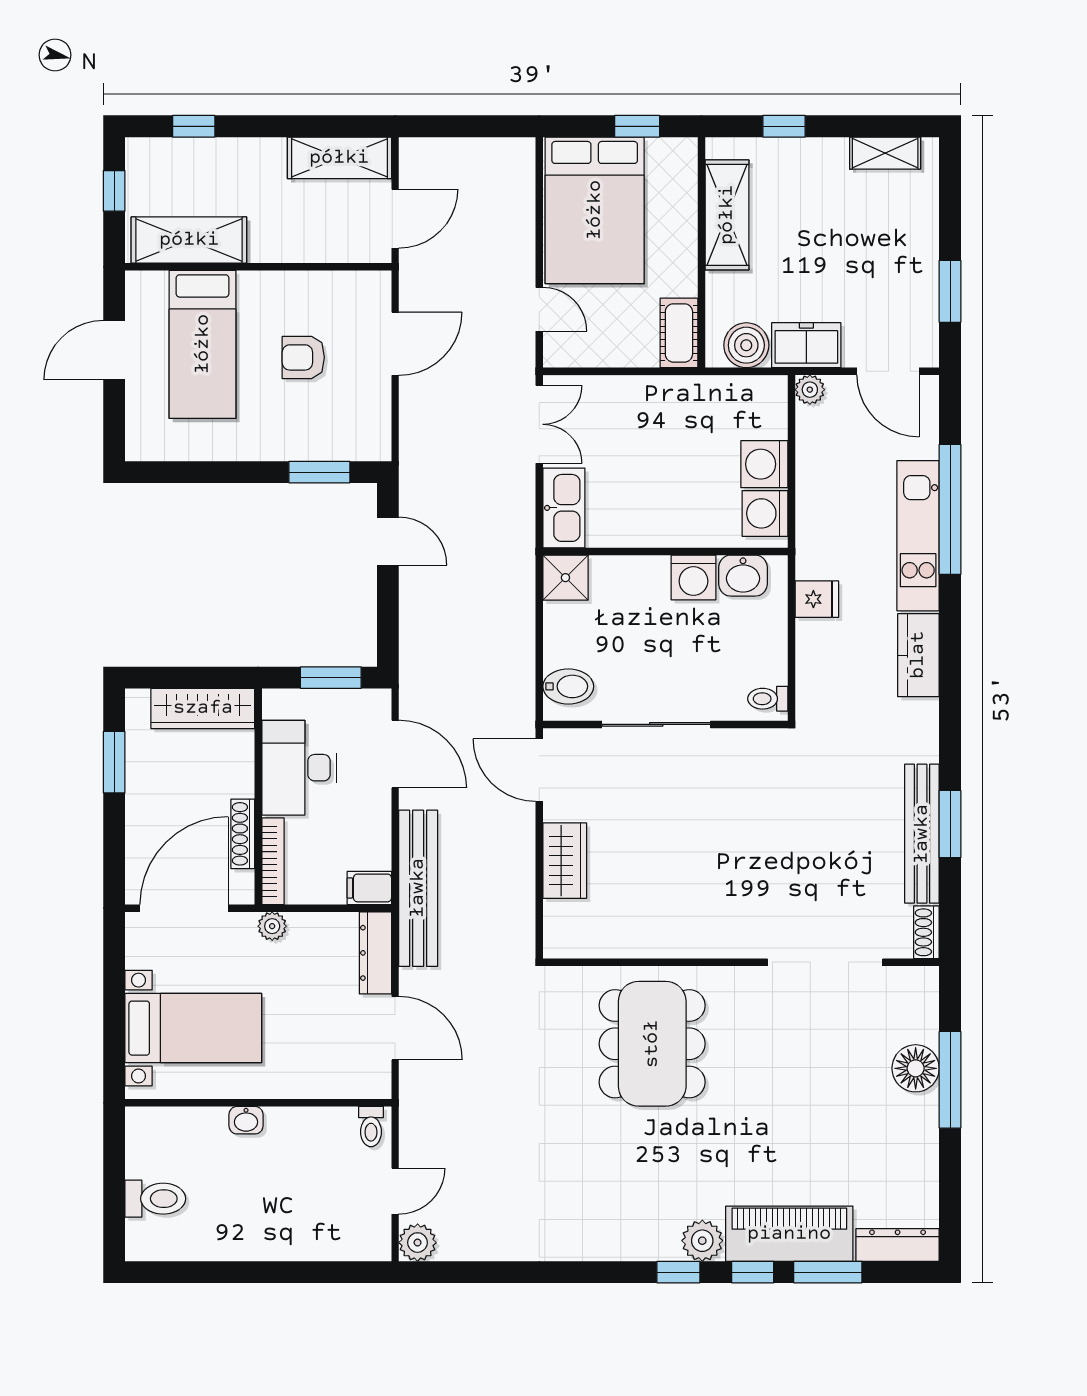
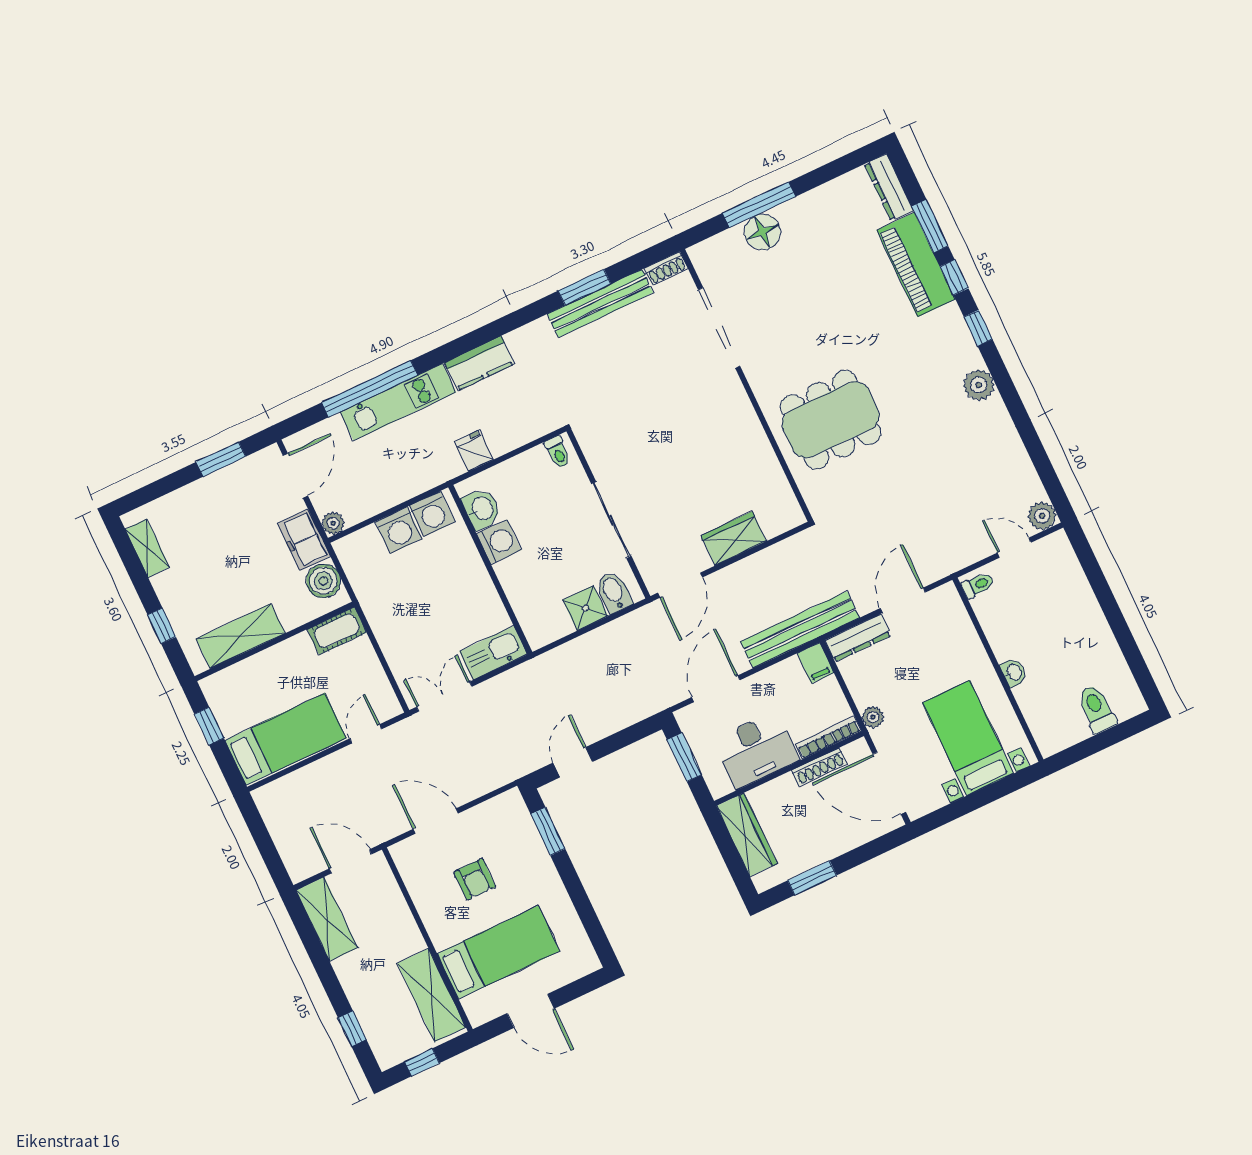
bed: (595, 210) -> (286, 739), width x0.67
shower: (565, 578) -> (585, 608), moved
plant: (702, 1241) -> (979, 385), moved

